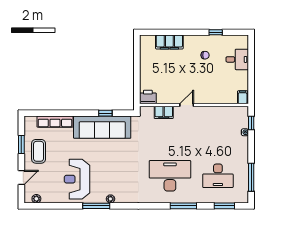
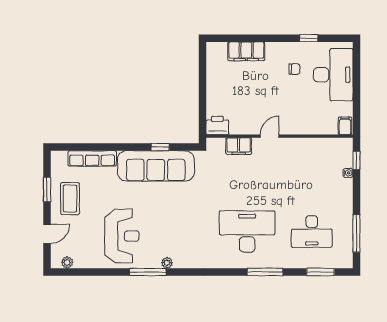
desk: (237, 59) -> (333, 75), width x1.87, depth x1.30
reception desk: (77, 179) -> (122, 236), turned 180

